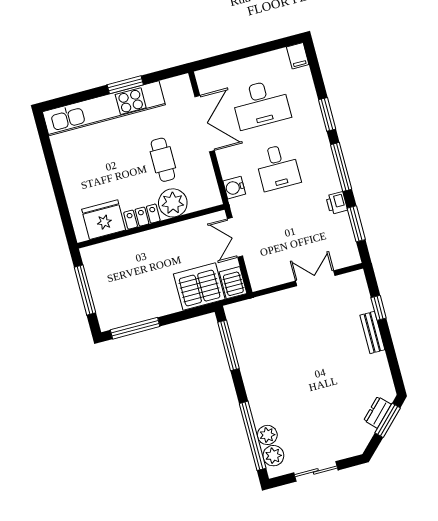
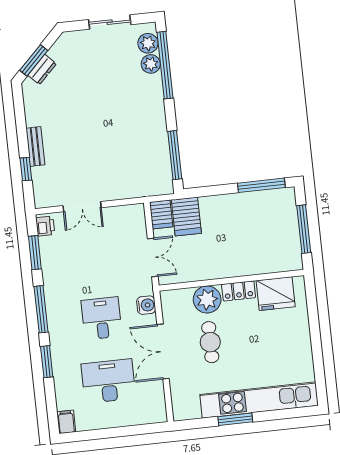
double door: (205, 124) -> (163, 352), moved
printer: (337, 203) -> (45, 226), moved
server rack: (199, 287) -> (186, 216), width x0.62

